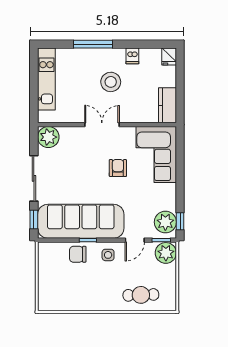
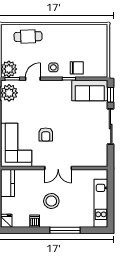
plant: (48, 137) -> (99, 158), removed
sofa: (81, 221) -> (90, 91), width x0.54, depth x0.79

